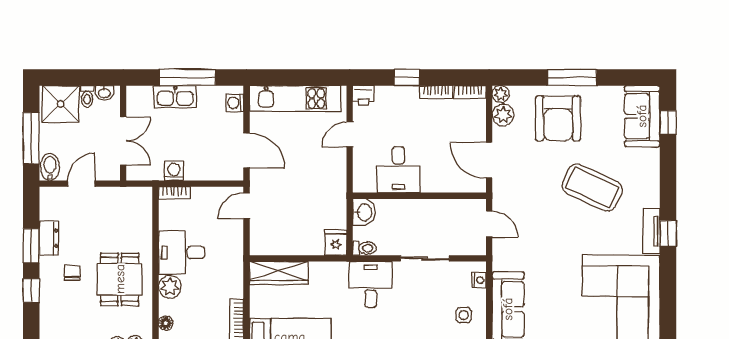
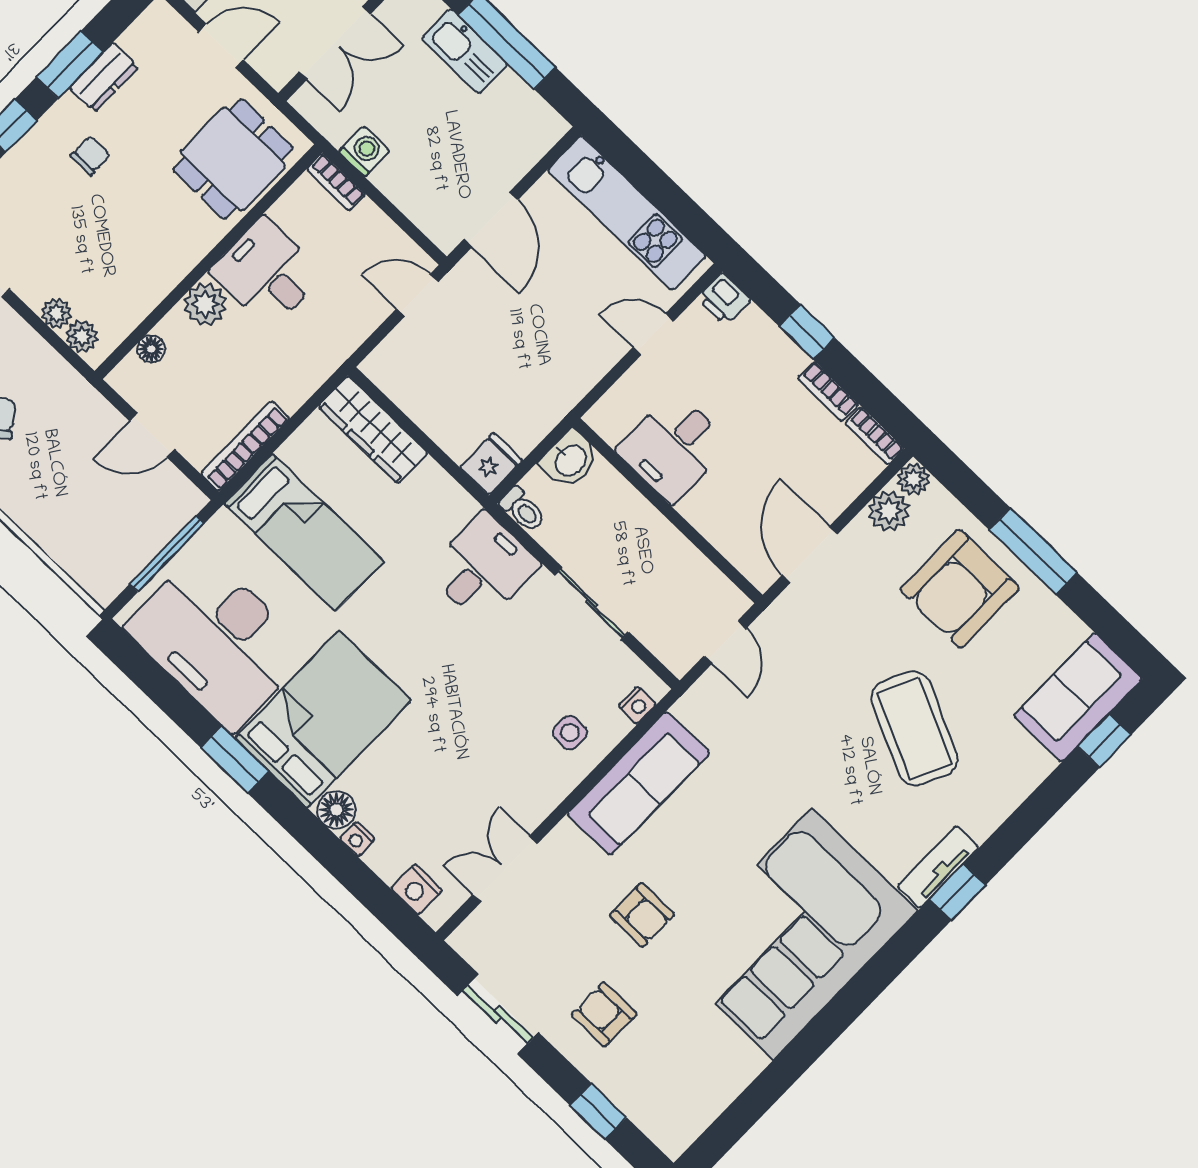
washing machine: (235, 103) -> (538, 139), removed
dining table: (120, 279) -> (233, 159), moved

